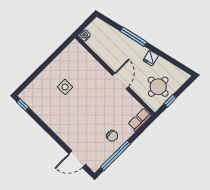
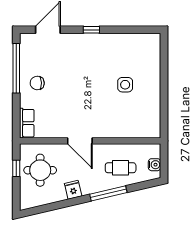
water cooler: (85, 35) -> (154, 165), moved
cafe table: (113, 44) -> (121, 168), added
window: (23, 105) -> (91, 30), moved

